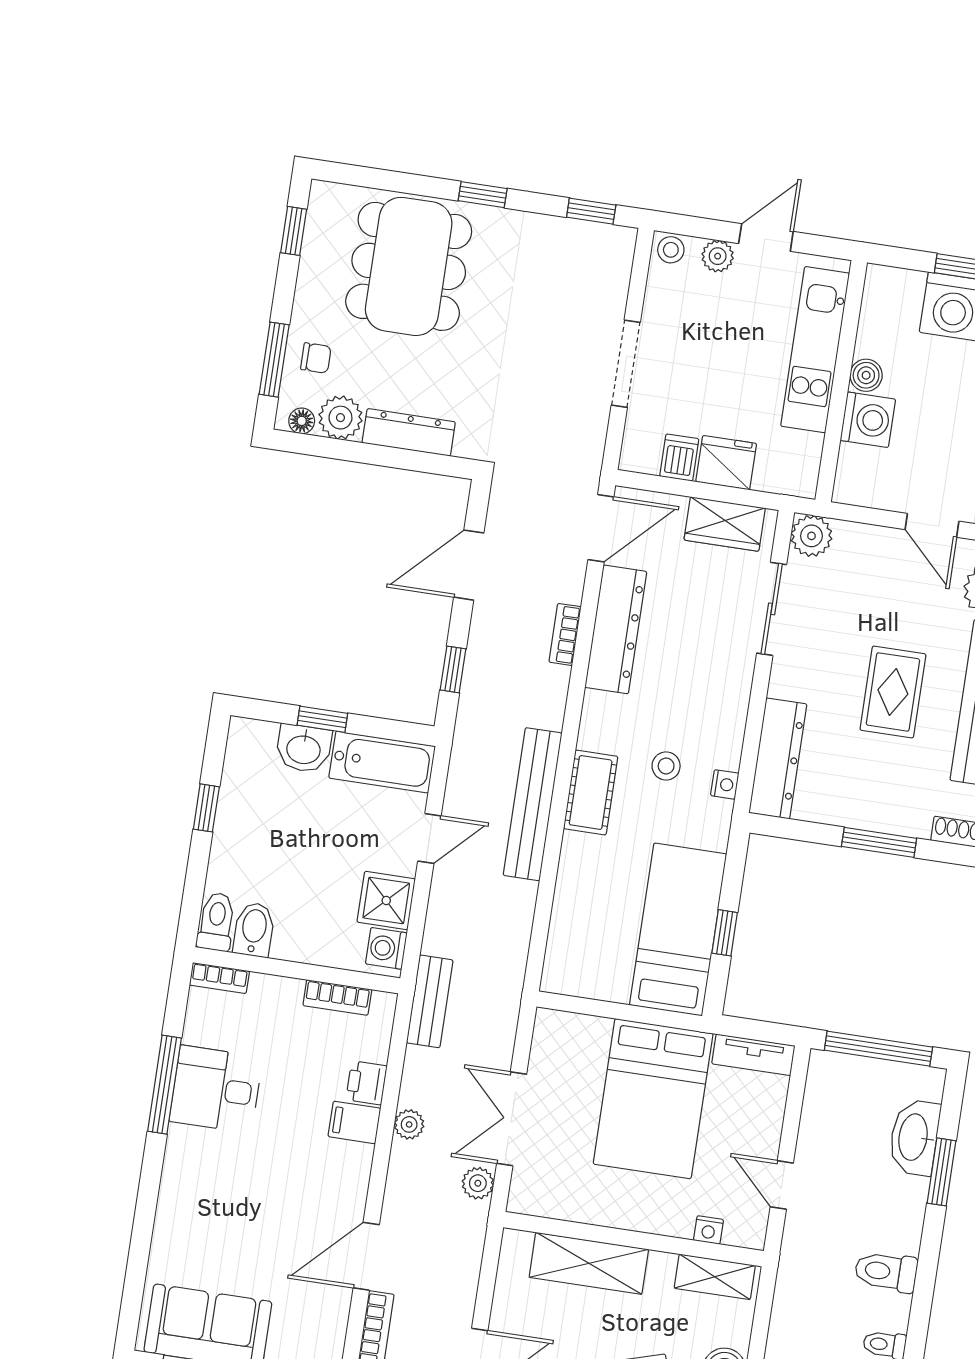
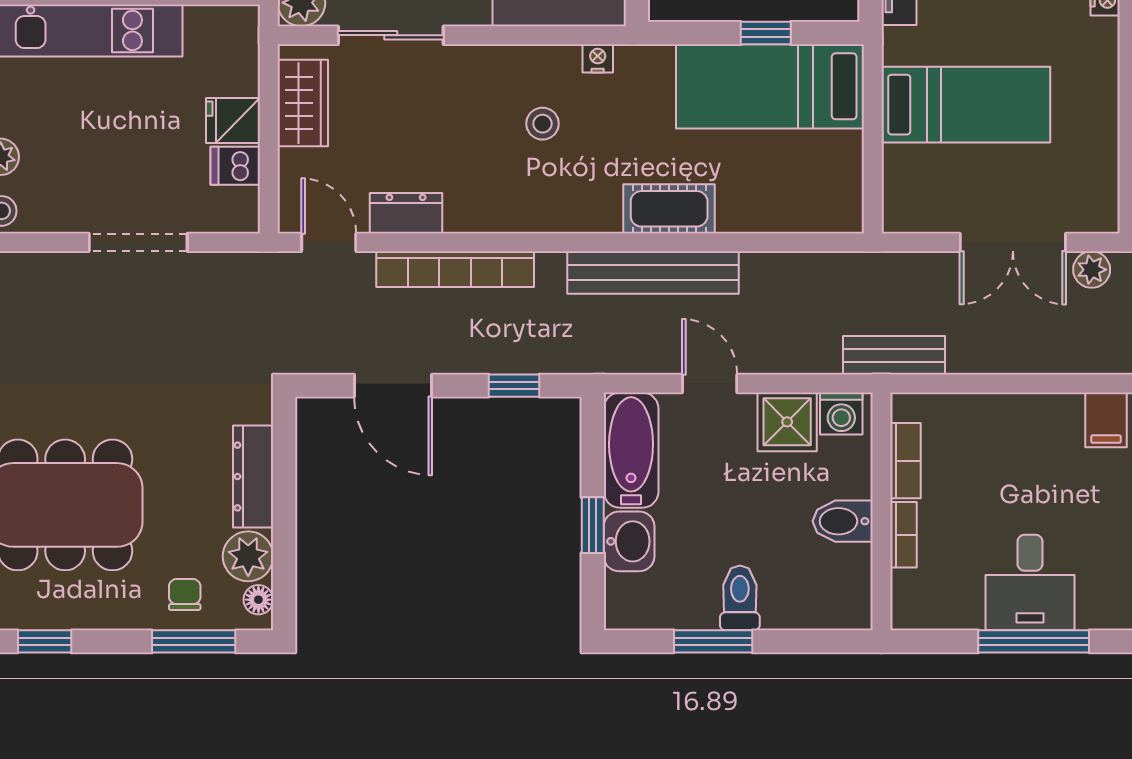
fridge: (726, 463) -> (233, 120), width x0.72
door: (601, 528) -> (329, 242), width x0.73
dresser: (616, 629) -> (406, 213), width x0.51, depth x0.80
bookcase: (565, 634) -> (455, 269), width x2.31, depth x1.31
stool: (666, 766) -> (543, 124), moved
cot: (591, 792) -> (669, 209), moved
window: (206, 808) -> (713, 641), width x1.50
toilet: (216, 922) -> (740, 598), moved, turned 90
bidet: (254, 930) -> (843, 521), moved
bookcase: (219, 978) -> (904, 535), moved
printer: (366, 1083) -> (997, 413), removed
bed: (653, 1099) -> (966, 105), width x0.67
filing cabinet: (354, 1122) -> (1106, 420), moved
plant: (409, 1124) -> (1037, 358), removed

